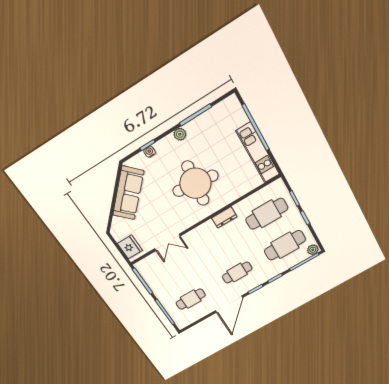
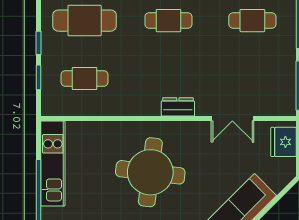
cafe table: (267, 214) -> (85, 79), width x0.73, depth x0.74
dresser: (224, 217) -> (178, 107), moved
double door: (167, 242) -> (232, 118), swing flipped

